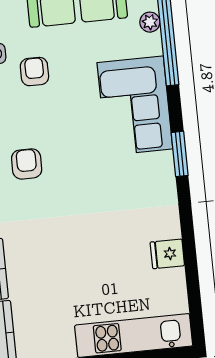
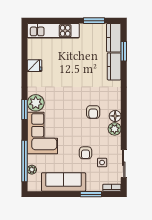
plant: (156, 171) -> (36, 103), added

